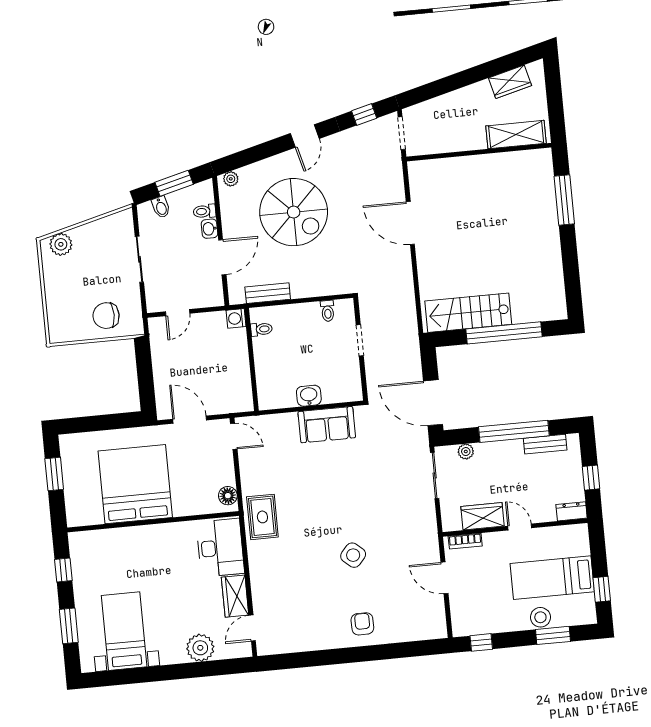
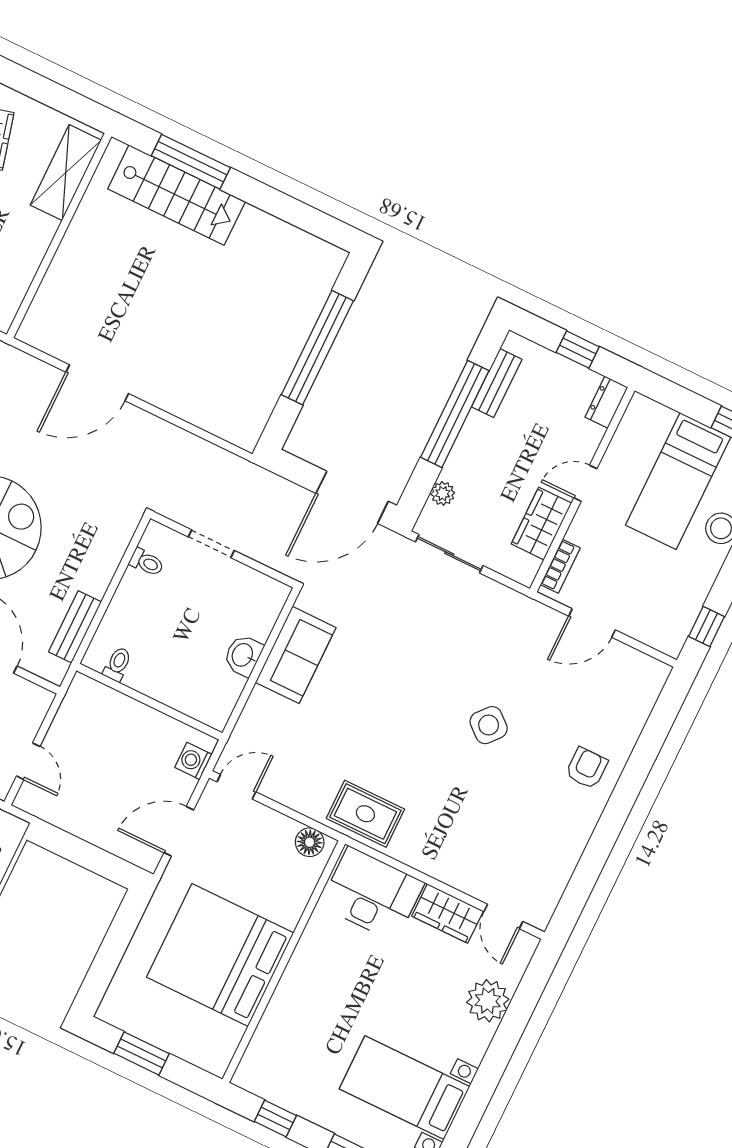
stairs: (468, 313) -> (177, 195), moved, turned -90
washing machine: (236, 318) -> (193, 761), moved, turned 90
armchair: (362, 624) -> (587, 768), turned 90

